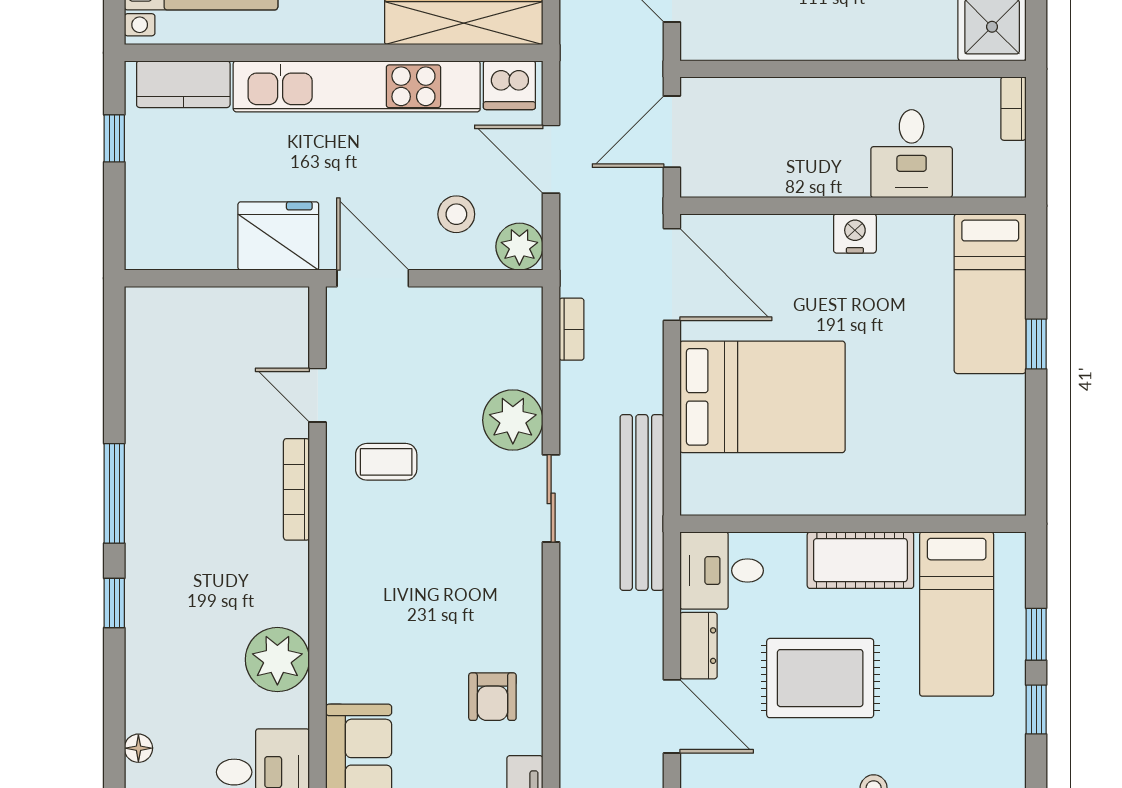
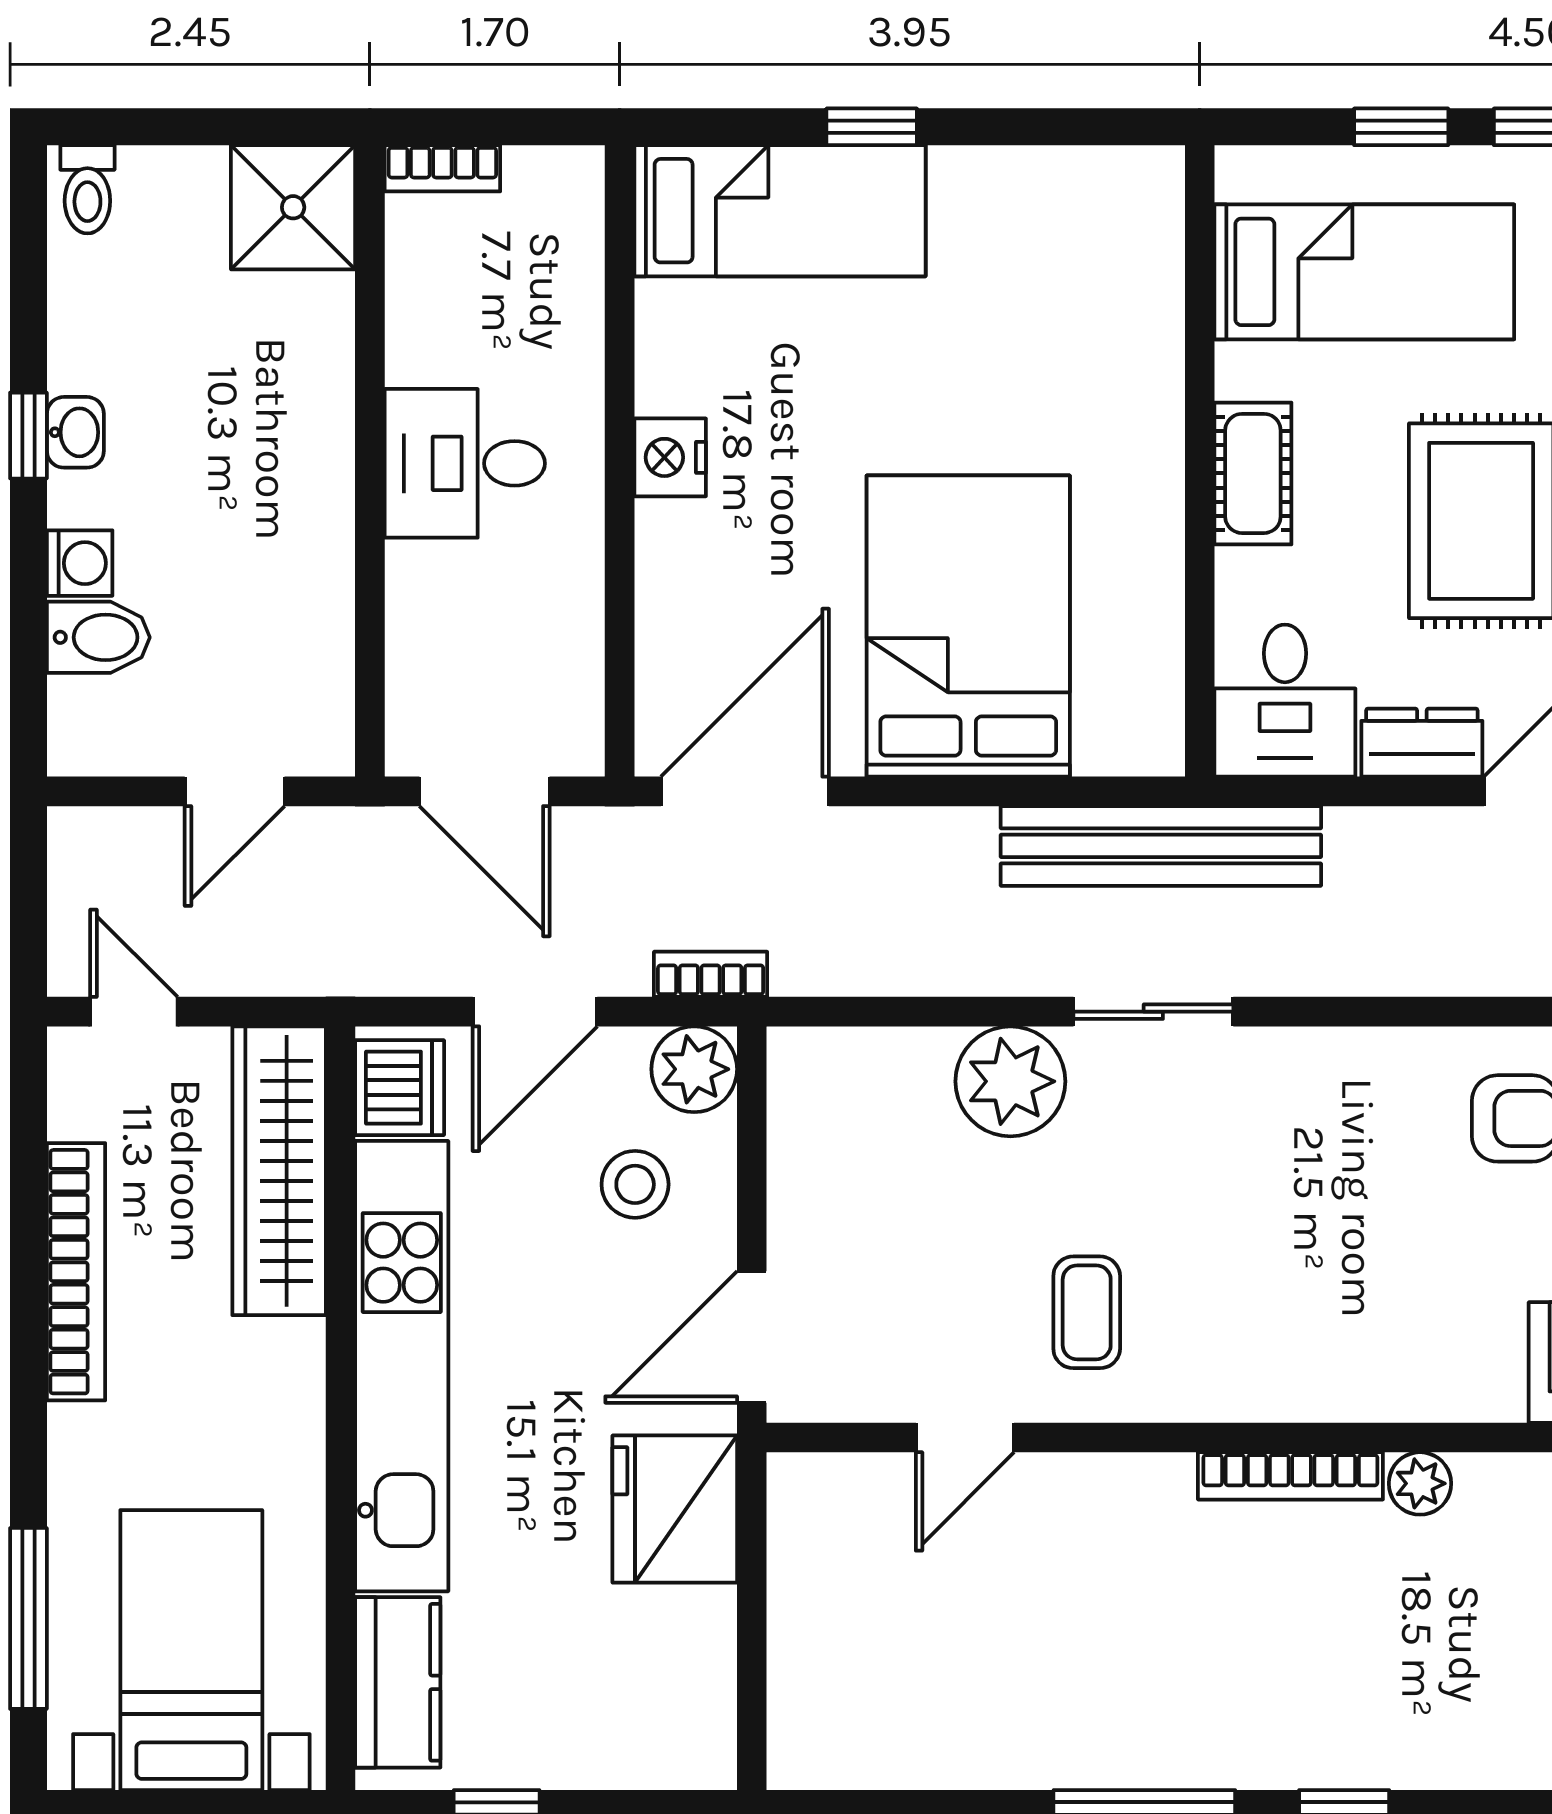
desk: (912, 154) -> (465, 463), moved, turned 180
bookcase: (571, 329) -> (711, 974), moved
bookcase: (296, 489) -> (1290, 1476), moved
cot: (860, 560) -> (1253, 473), width x0.73, depth x0.75
plant: (277, 660) -> (1420, 1483), width x0.53, depth x0.53

